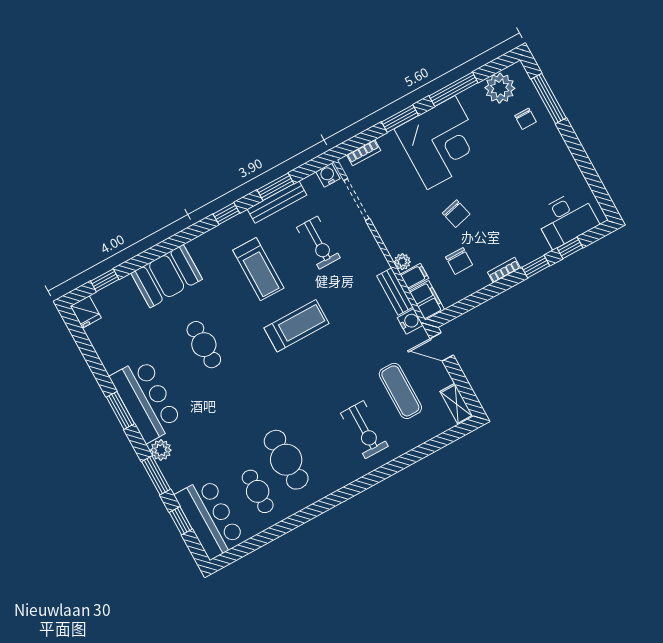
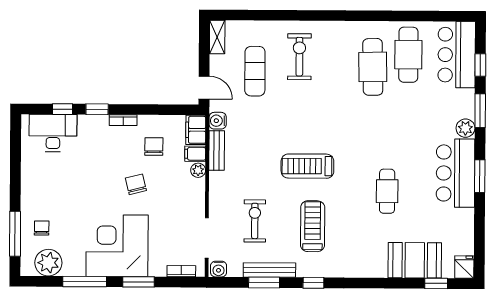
booth: (167, 276) -> (415, 260), moved
cafe table: (258, 491) -> (408, 55), width x1.37, depth x1.35

